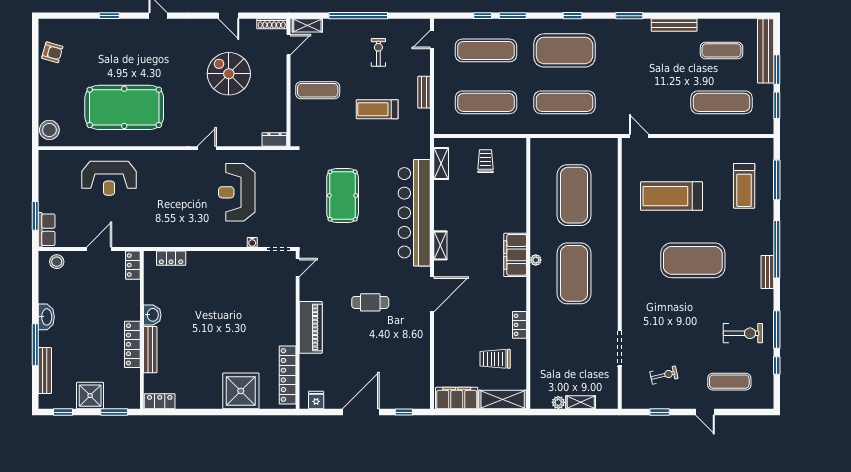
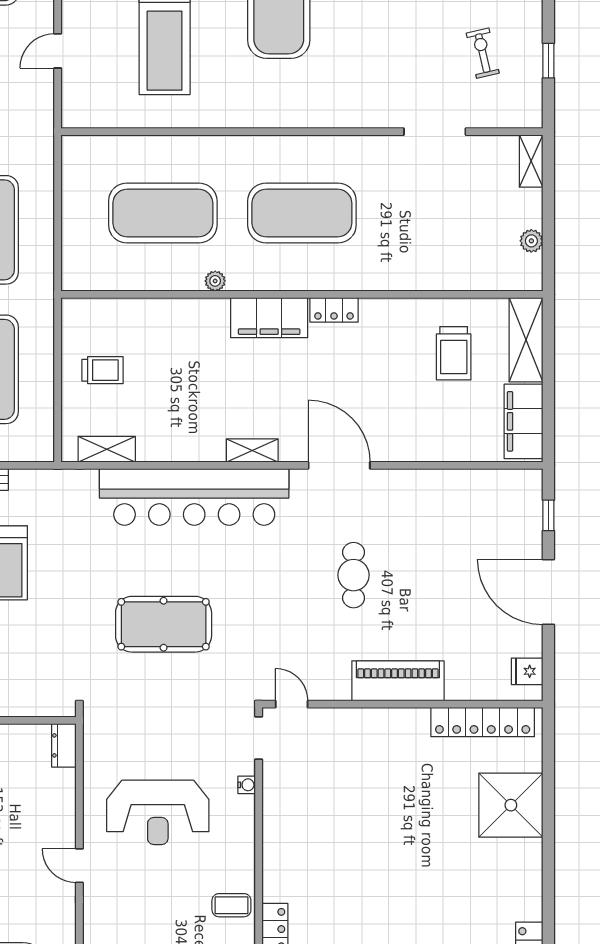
door: (639, 136) -> (58, 51), moved
trolley: (486, 161) -> (102, 370), turned 180
coffee table: (185, 234) -> (231, 905), added
plant: (536, 260) -> (215, 281), moved
locker: (519, 325) -> (334, 310), moved
shelving: (581, 402) -> (531, 161), moved

